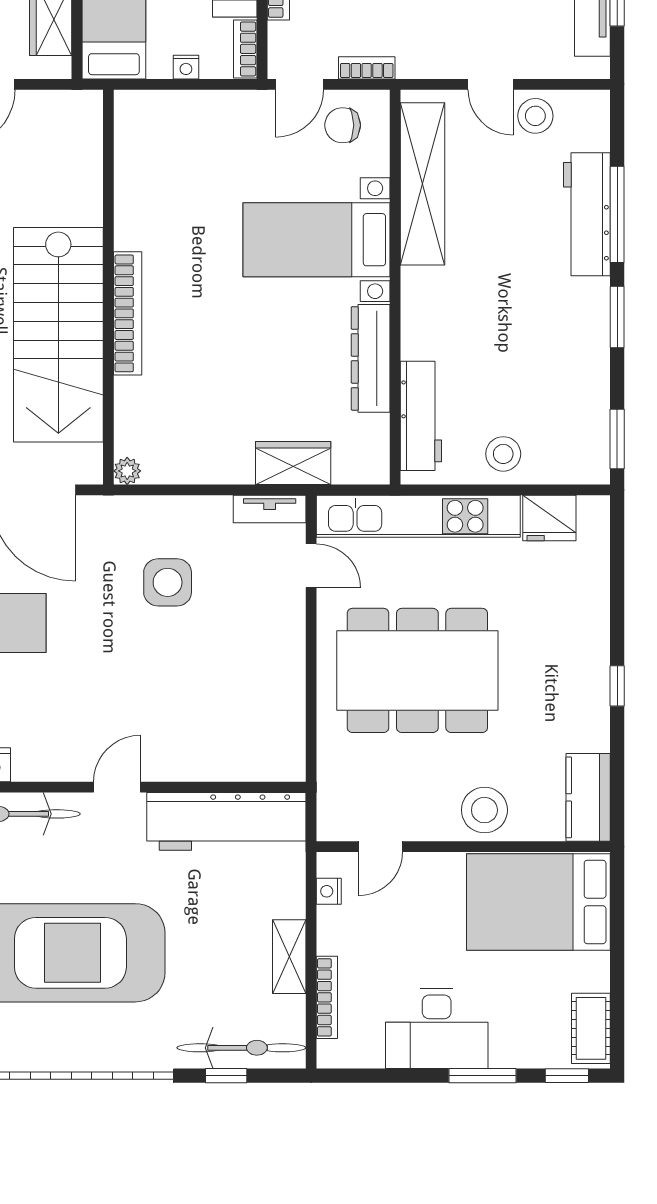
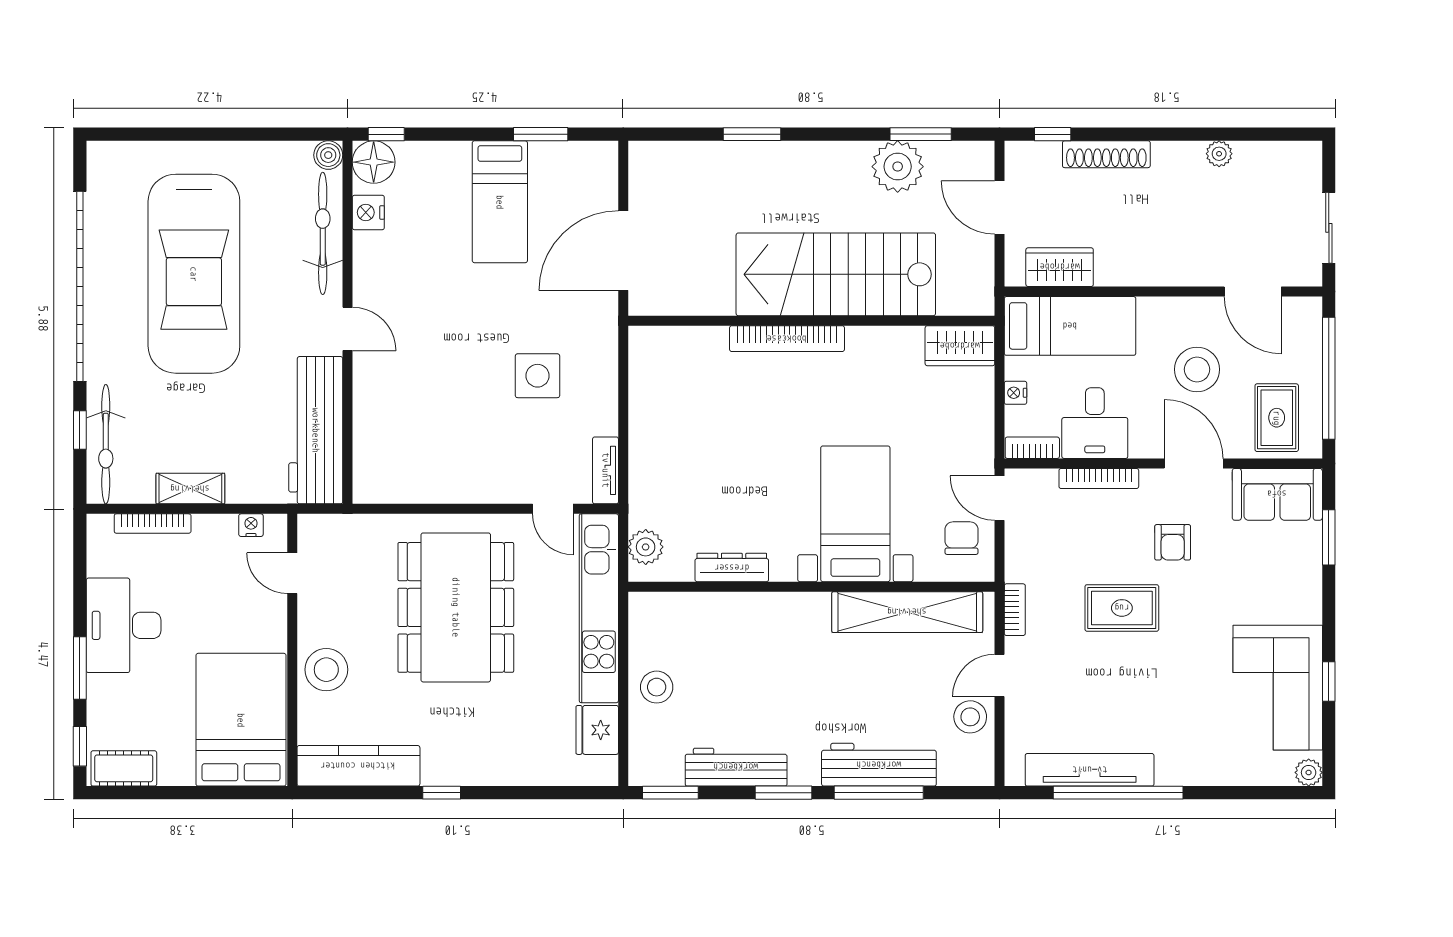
bookcase: (367, 68) -> (1015, 610), moved
stairs: (58, 335) -> (836, 274), moved
dresser: (371, 358) -> (732, 568), width x0.73, depth x0.80
workbench: (421, 416) -> (736, 767), moved, turned 180
wardrobe: (293, 463) -> (960, 346), moved, turned 90
plant: (127, 471) -> (646, 547), moved, width x1.38, depth x1.38
door: (311, 566) -> (553, 509), hinge flipped
kitchen counter: (588, 797) -> (358, 766), width x1.50

